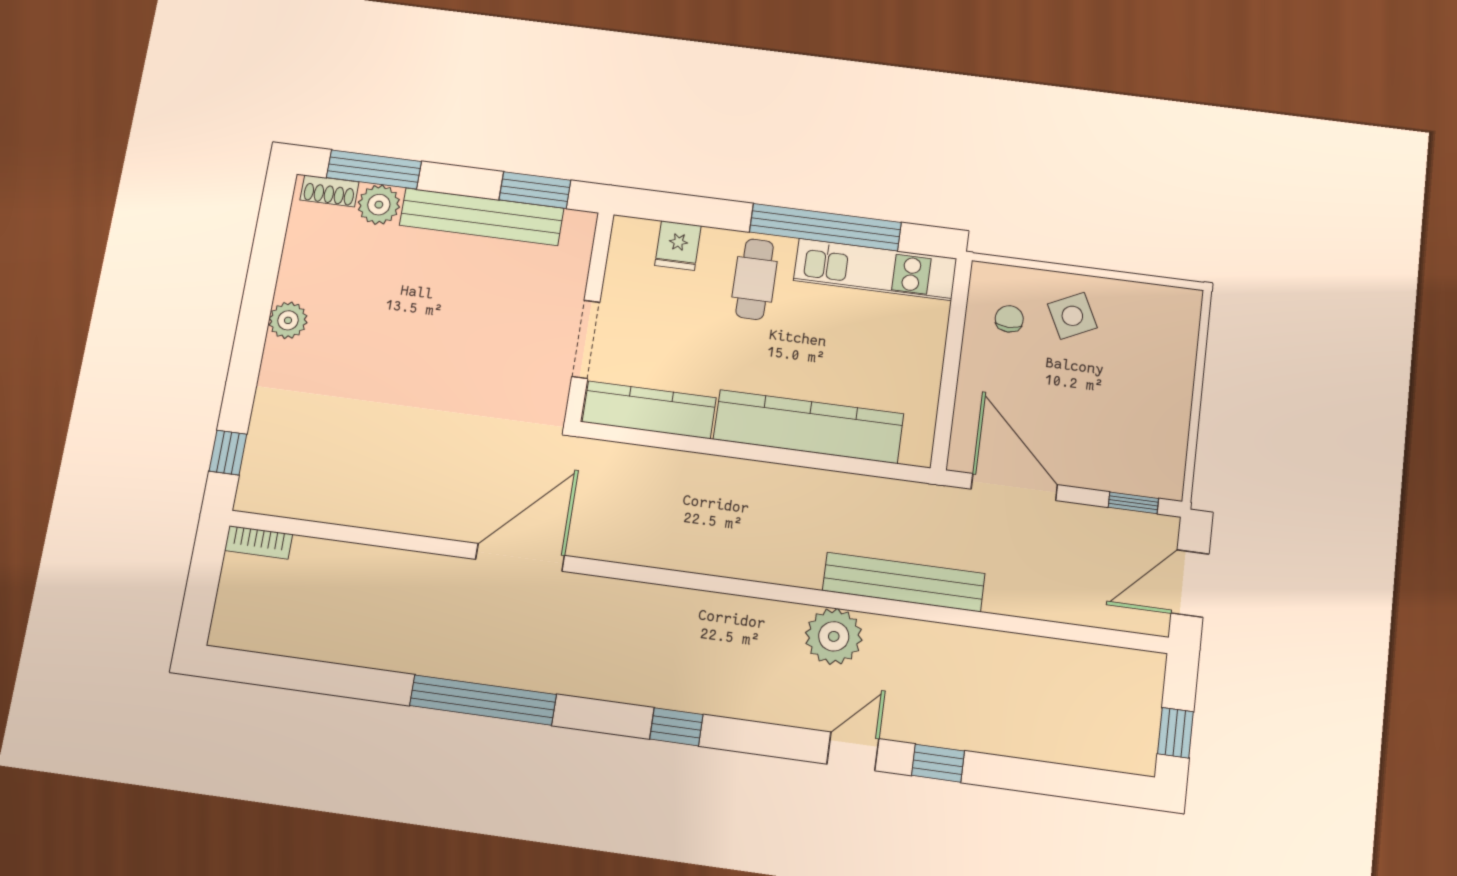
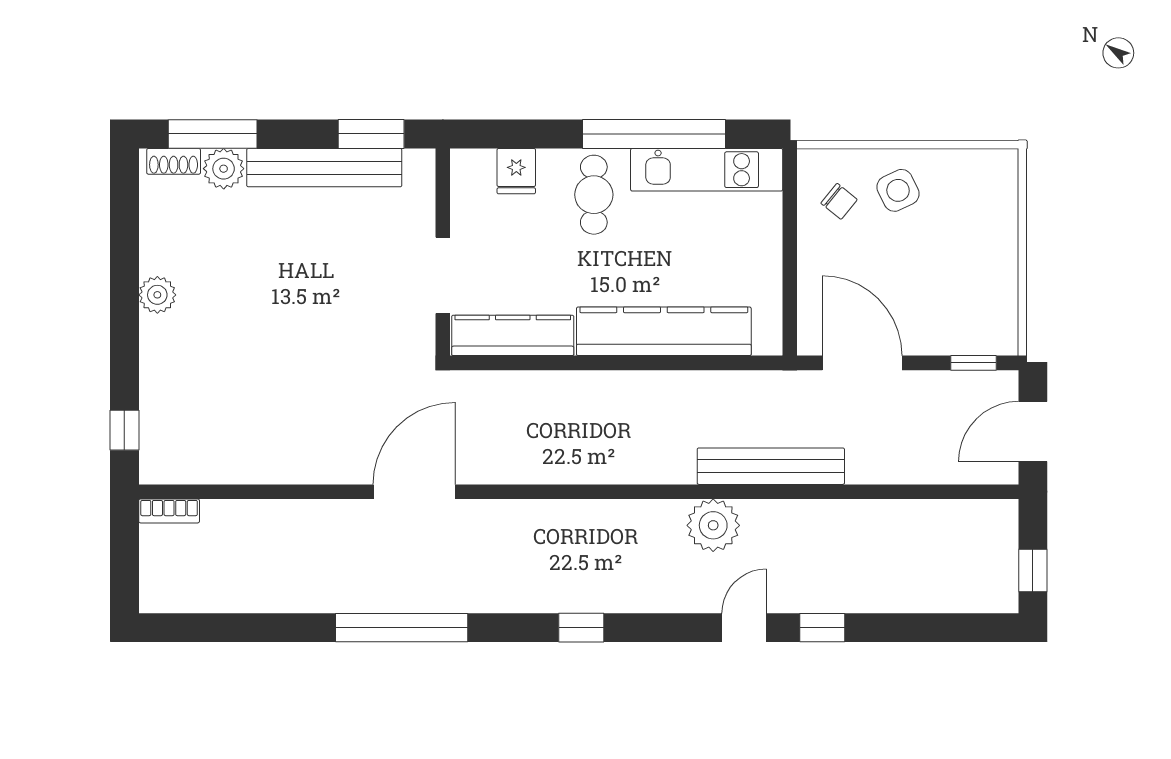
chair: (1009, 319) -> (839, 201), turned 129

